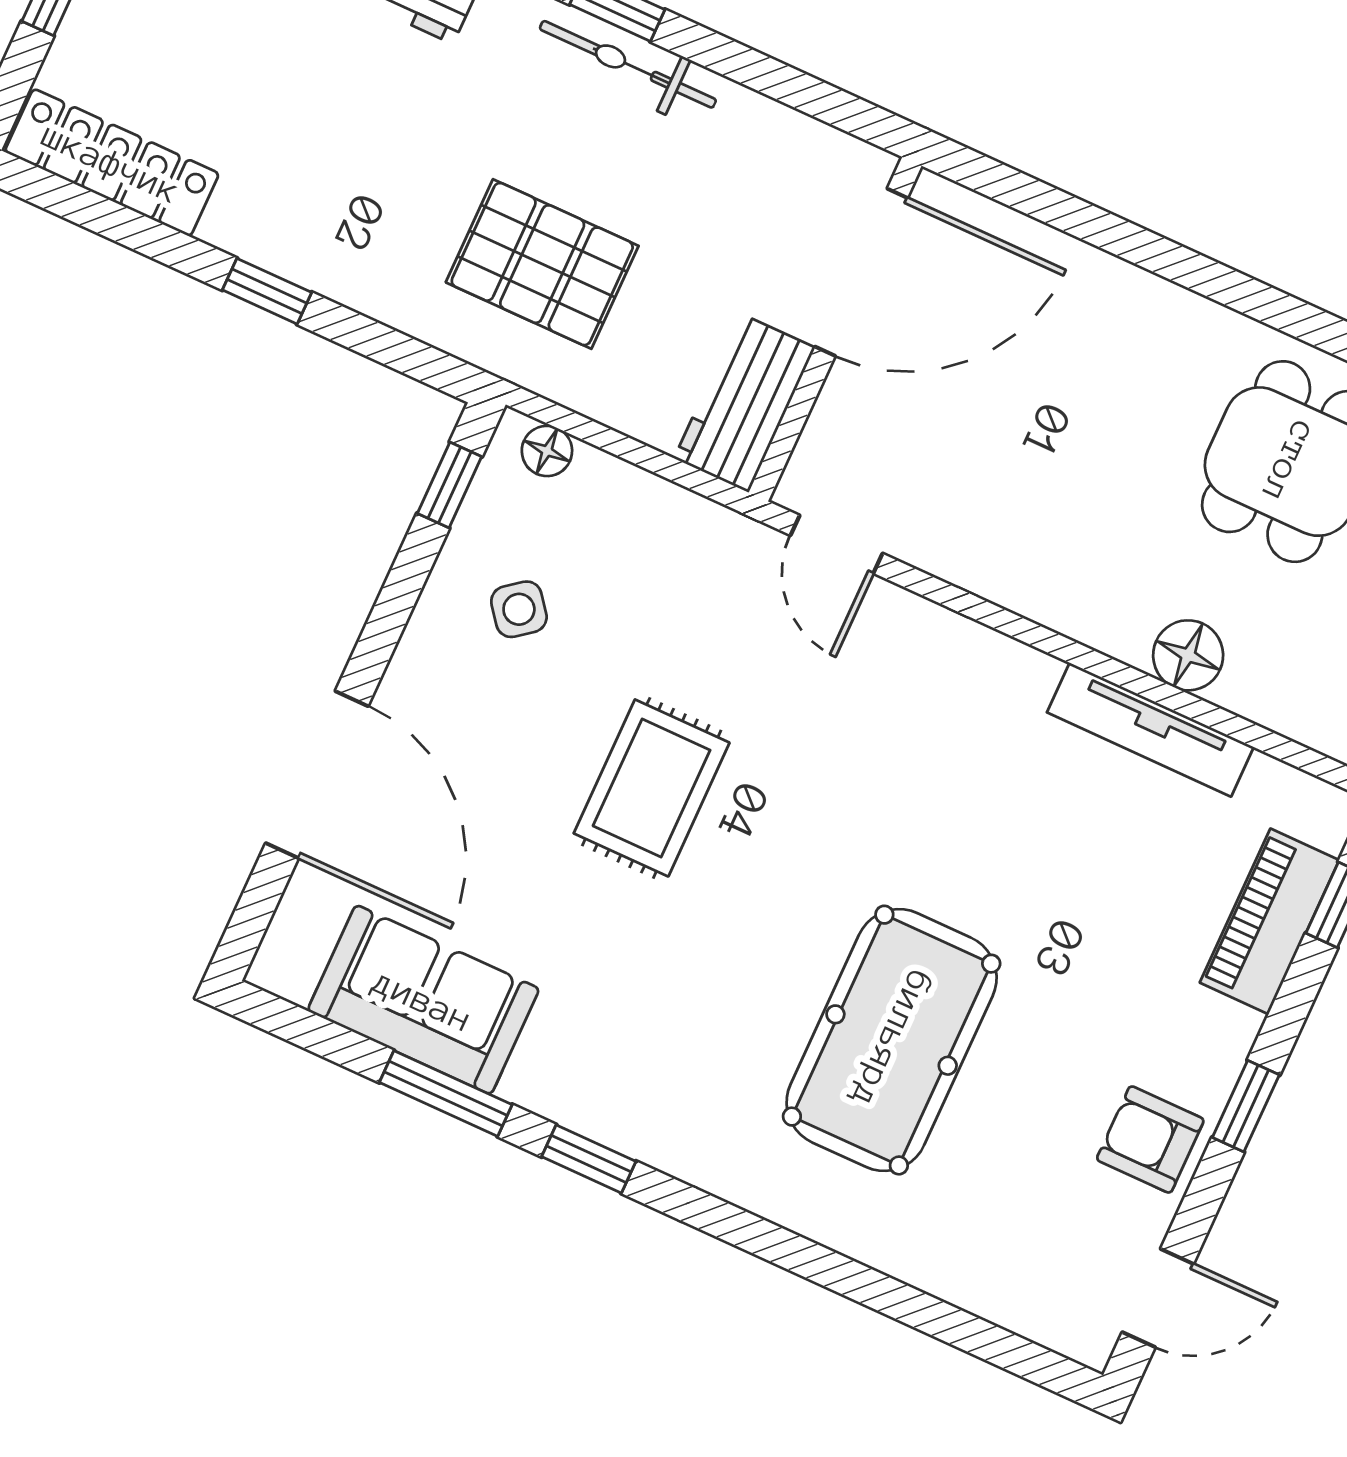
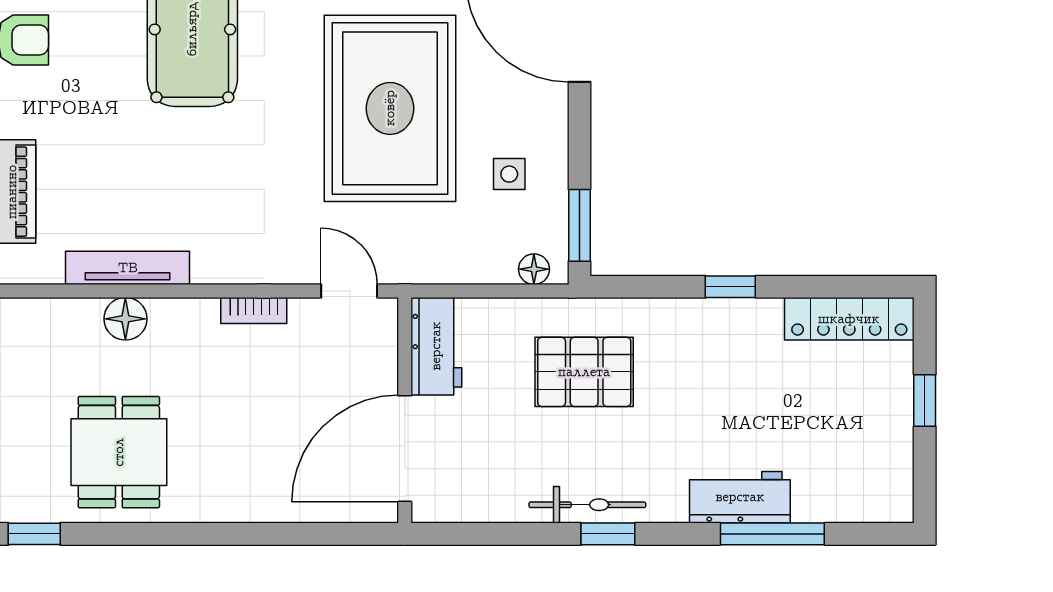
window: (449, 485) -> (579, 225), width x1.50
bookcase: (992, 580) -> (254, 311), added
side table: (519, 609) -> (509, 174), turned 38
rug: (652, 788) -> (390, 108), width x1.86, depth x2.06

